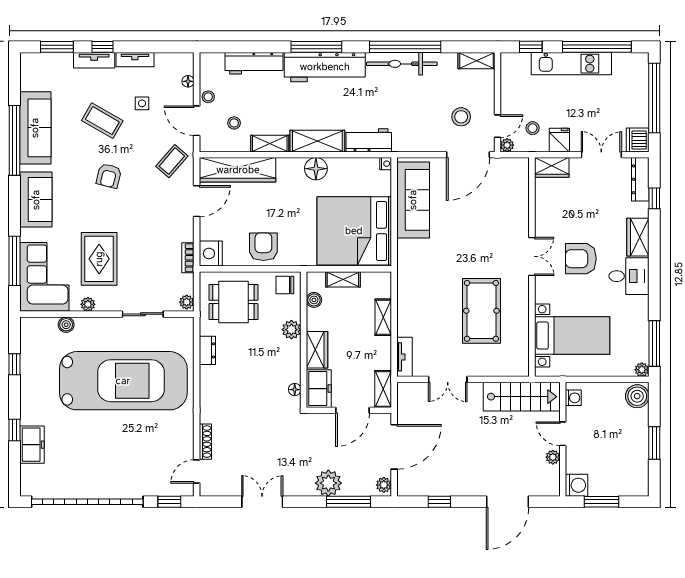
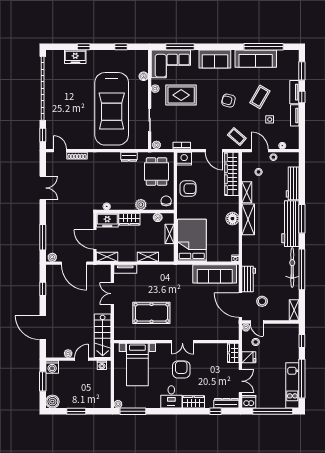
kitchen unit: (571, 64) -> (292, 385), moved
door: (197, 121) -> (260, 151), hinge flipped
window: (15, 140) -> (264, 47), moved
workbench: (369, 140) -> (249, 279), moved
bed: (354, 231) -> (192, 240), width x0.73
boiler: (637, 396) -> (52, 402), moved
plant: (328, 483) -> (53, 226), removed

